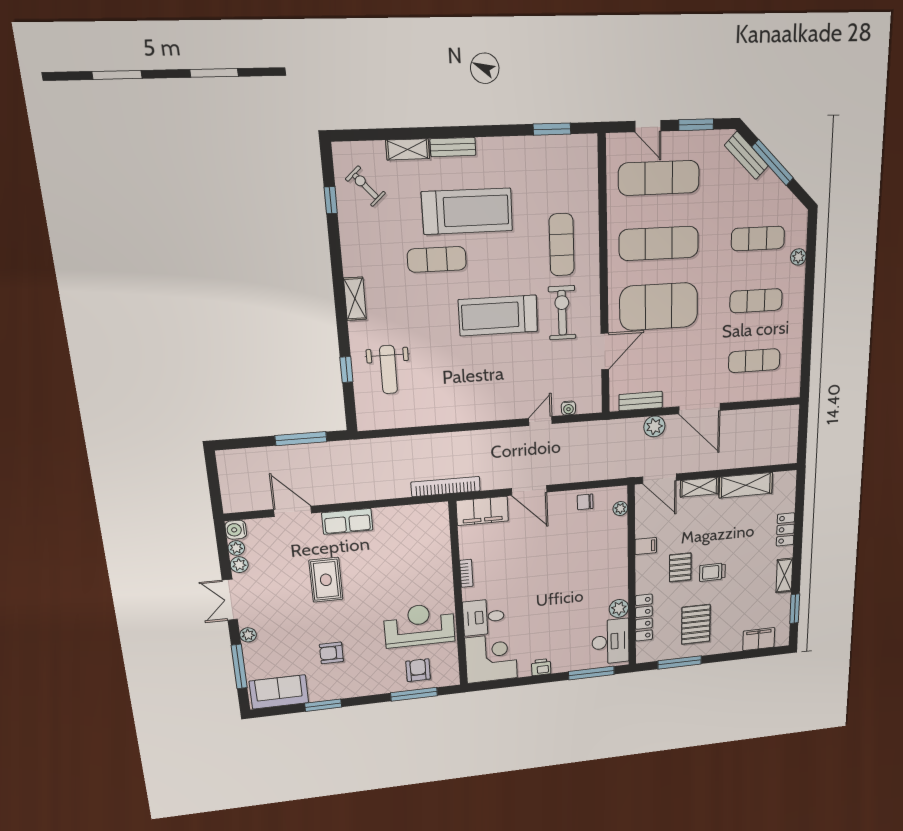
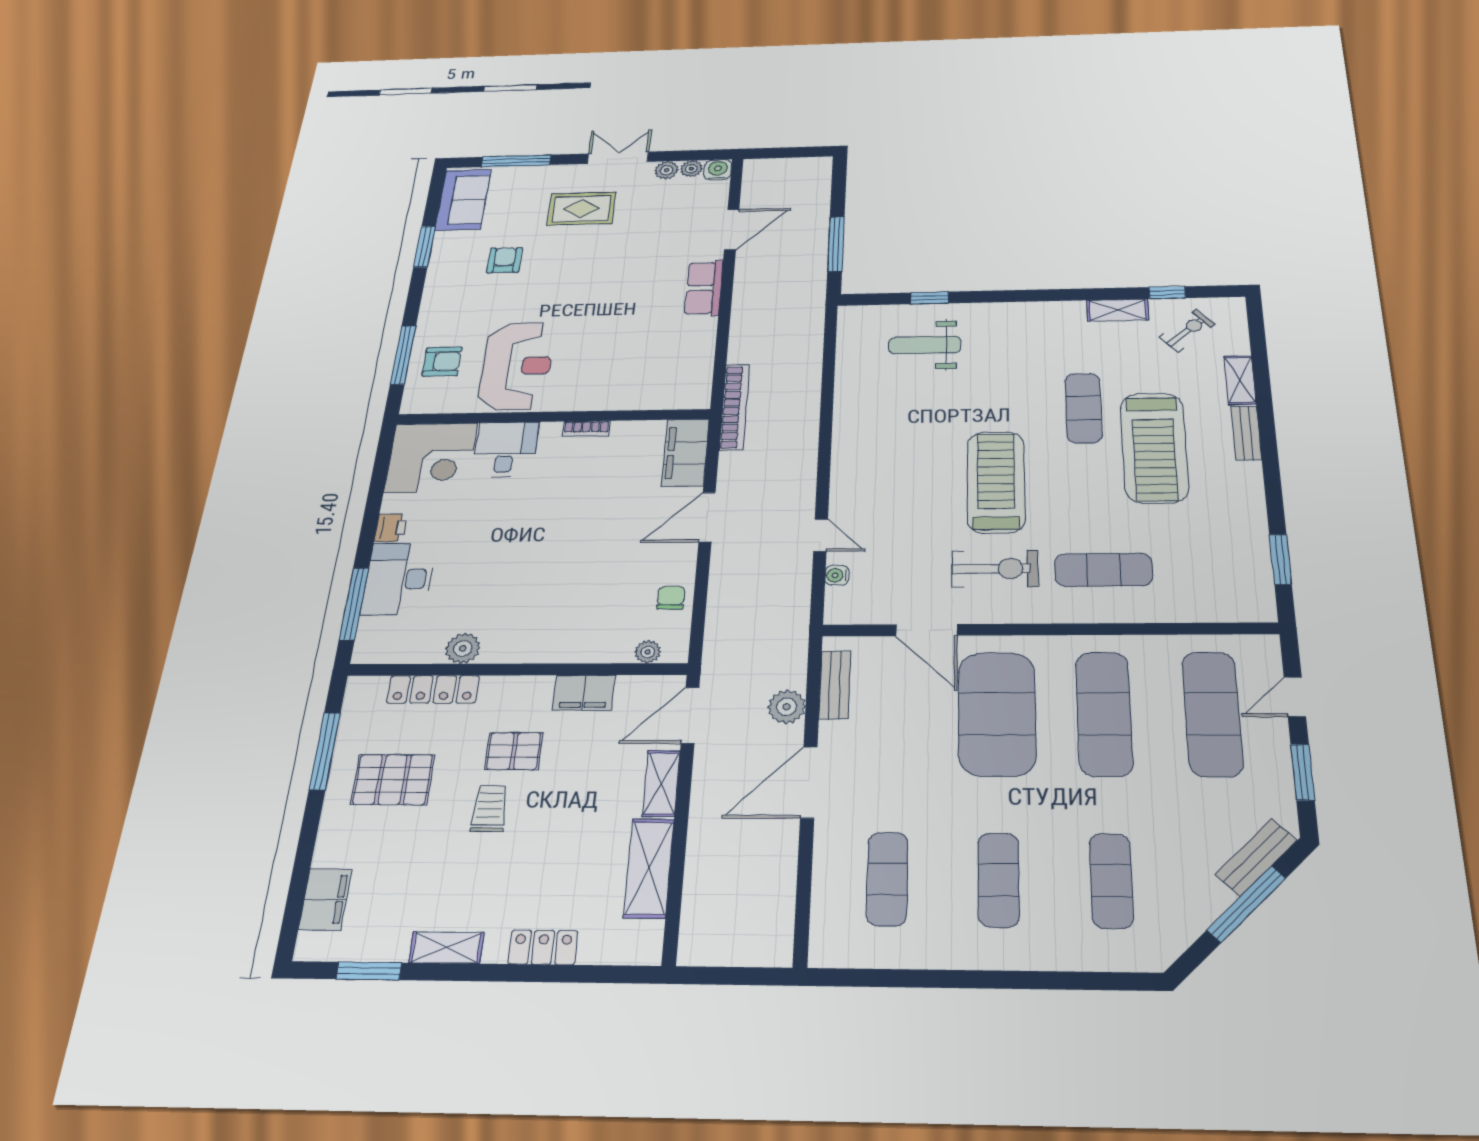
plant: (798, 257) -> (1077, 957), removed
shelving: (355, 299) -> (1118, 310), moved
filing cabinet: (646, 546) -> (584, 693), width x2.00
rug: (326, 580) -> (582, 209), moved
plant: (248, 635) -> (561, 173), removed
desk: (611, 642) -> (399, 579), moved, turned 90

